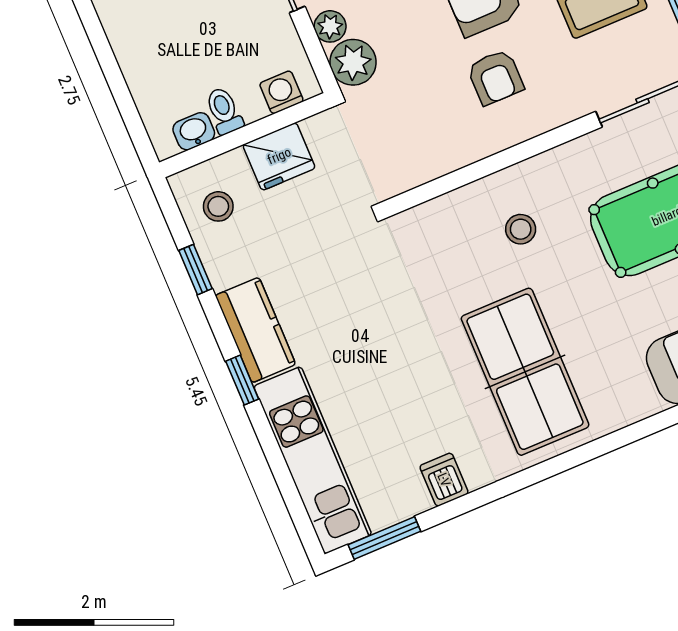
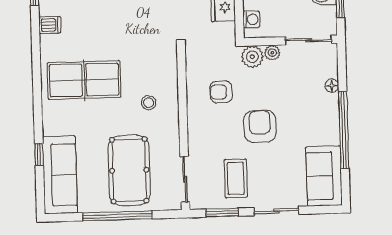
armchair: (495, 77) -> (221, 92), moved

